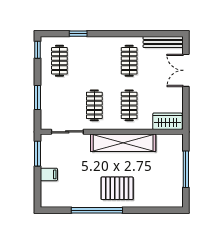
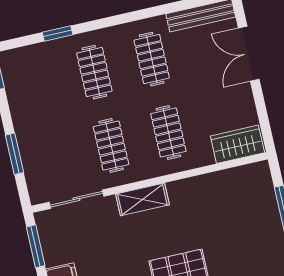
clothes rail: (59, 61) -> (94, 72), moved
shelving: (123, 143) -> (142, 199), width x0.45, depth x0.75

